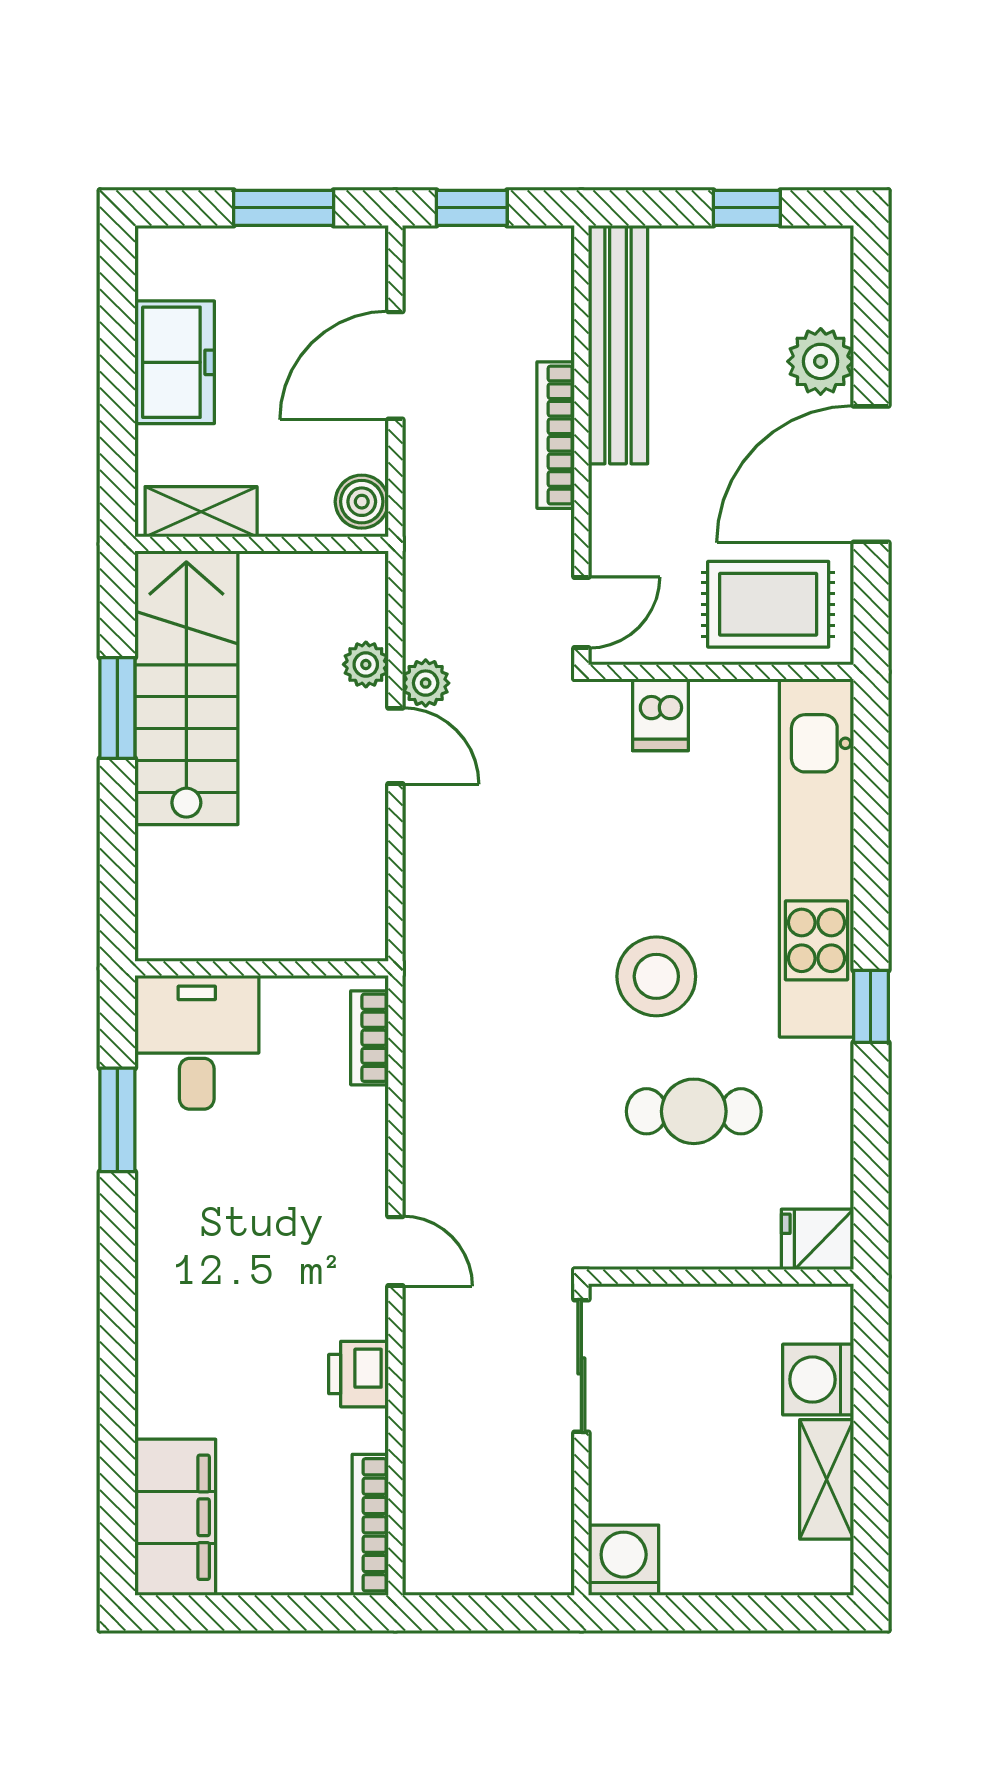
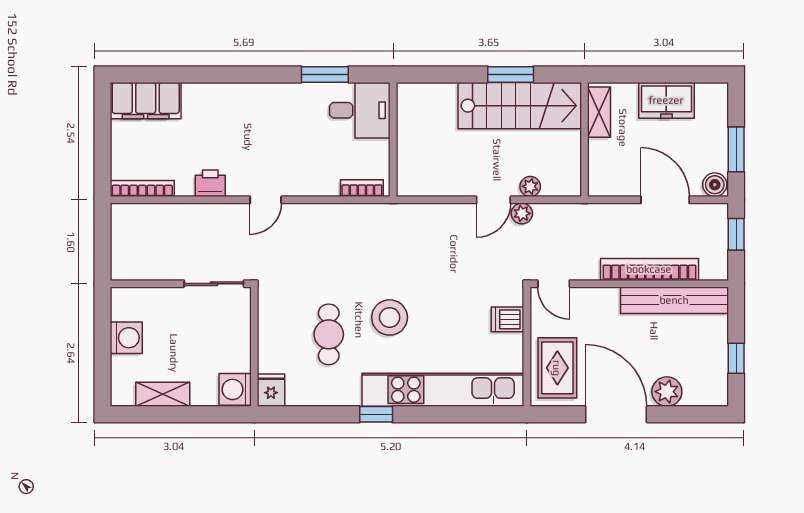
bookcase: (556, 435) -> (649, 269), width x1.48, depth x1.31
boiler: (362, 502) -> (715, 185), moved
washing machine: (818, 1380) -> (235, 389), moved, turned -90
washing machine: (624, 1560) -> (126, 338), moved

